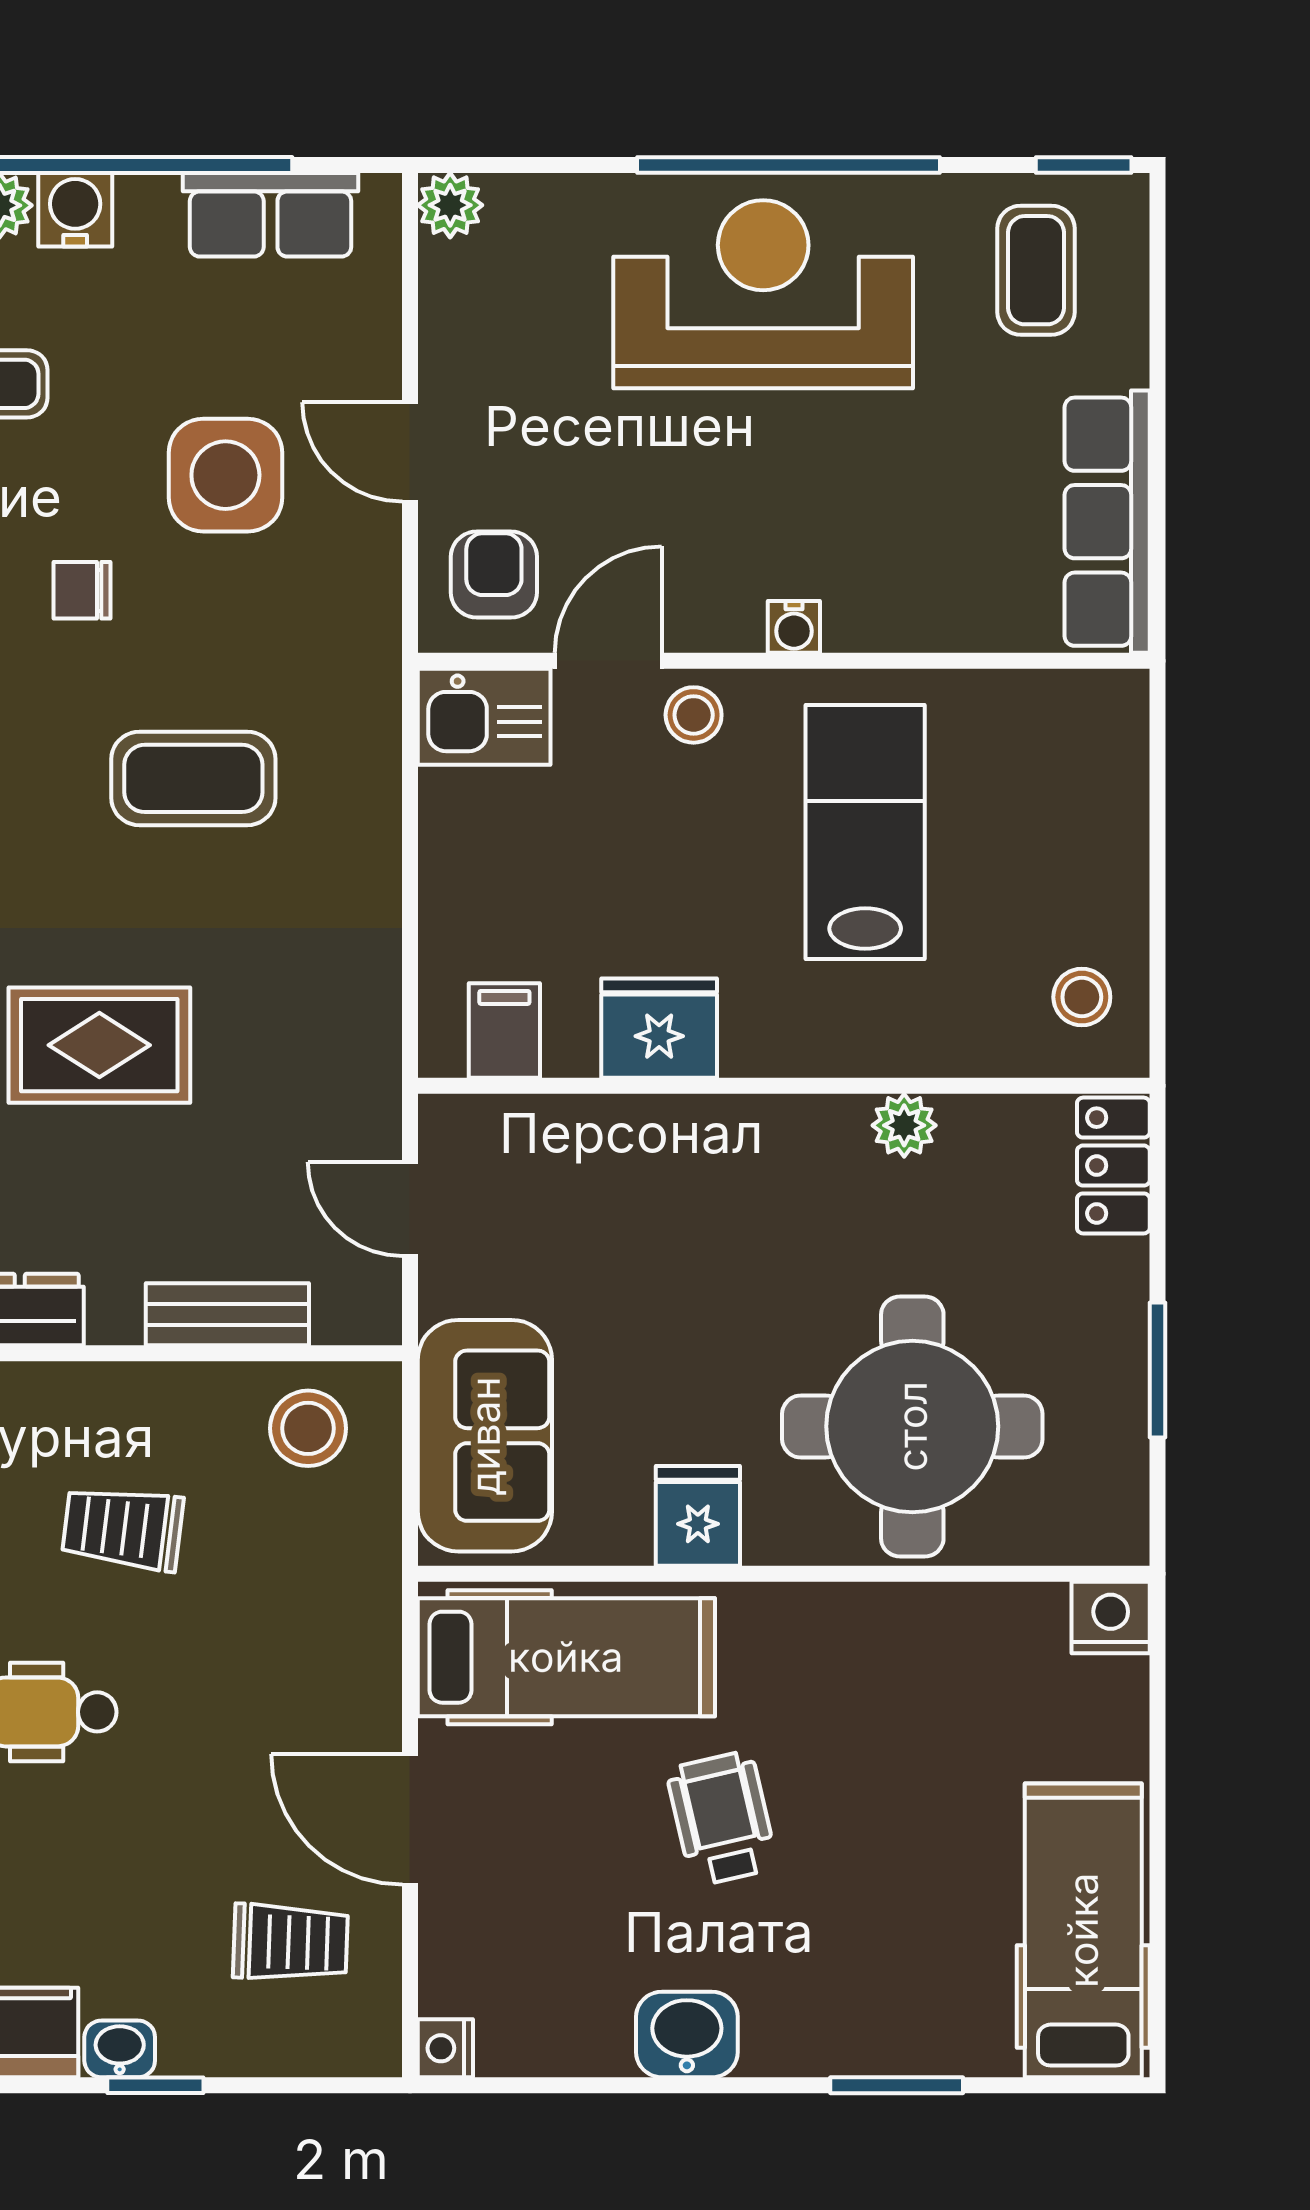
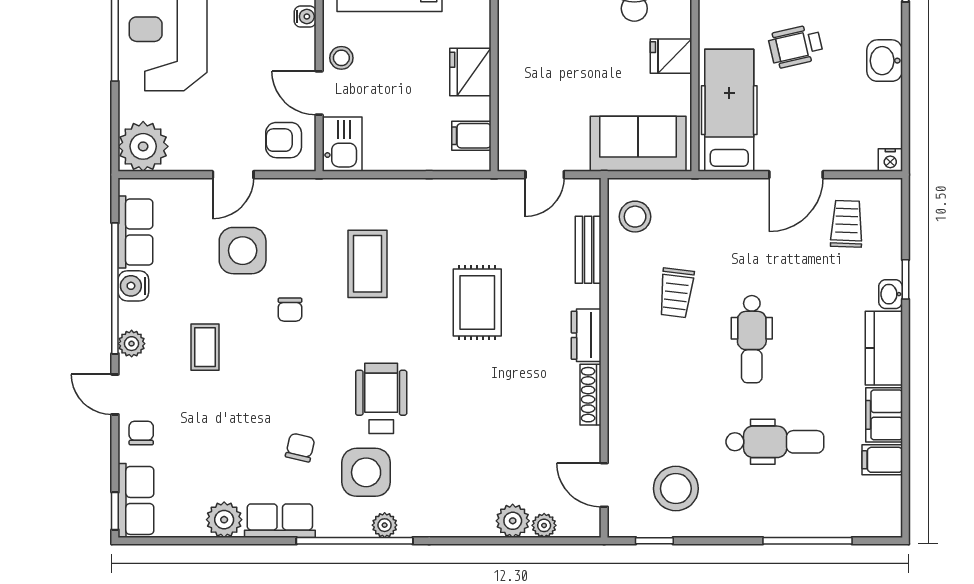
plant: (450, 205) -> (143, 146), width x1.88, depth x1.88
water cooler: (75, 210) -> (133, 286), moved

